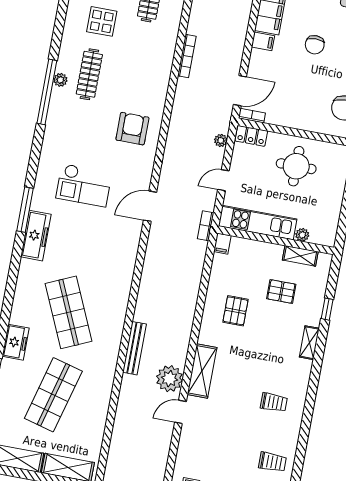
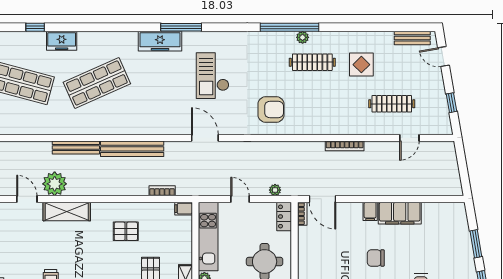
bookcase: (206, 226) -> (162, 191), moved
bench: (147, 287) -> (132, 149), added

